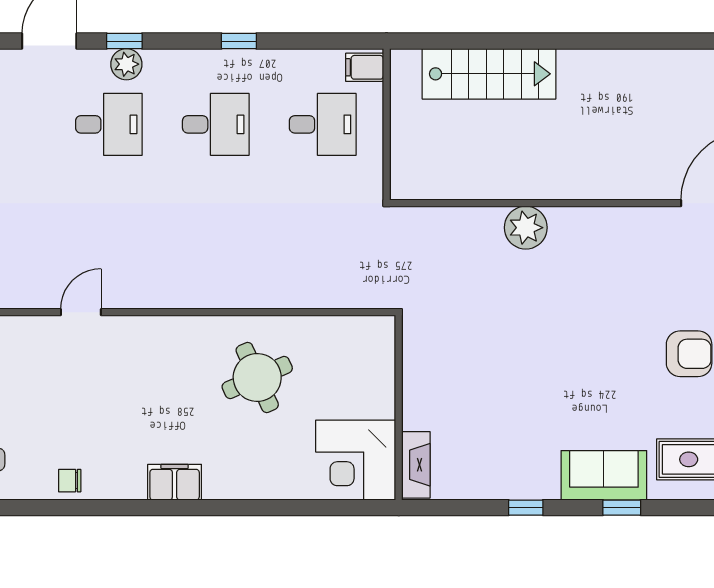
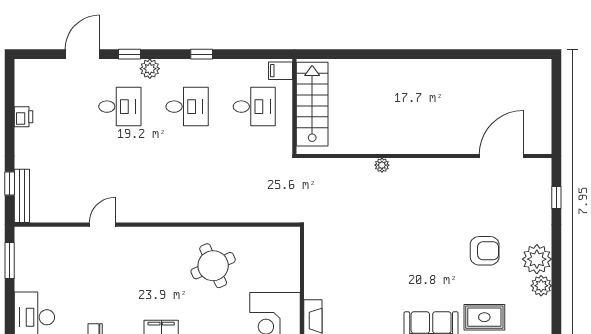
plant: (126, 64) -> (150, 69), moved
stairs: (489, 74) -> (312, 104), moved, turned -90
plant: (526, 228) -> (382, 165), width x0.53, depth x0.53

